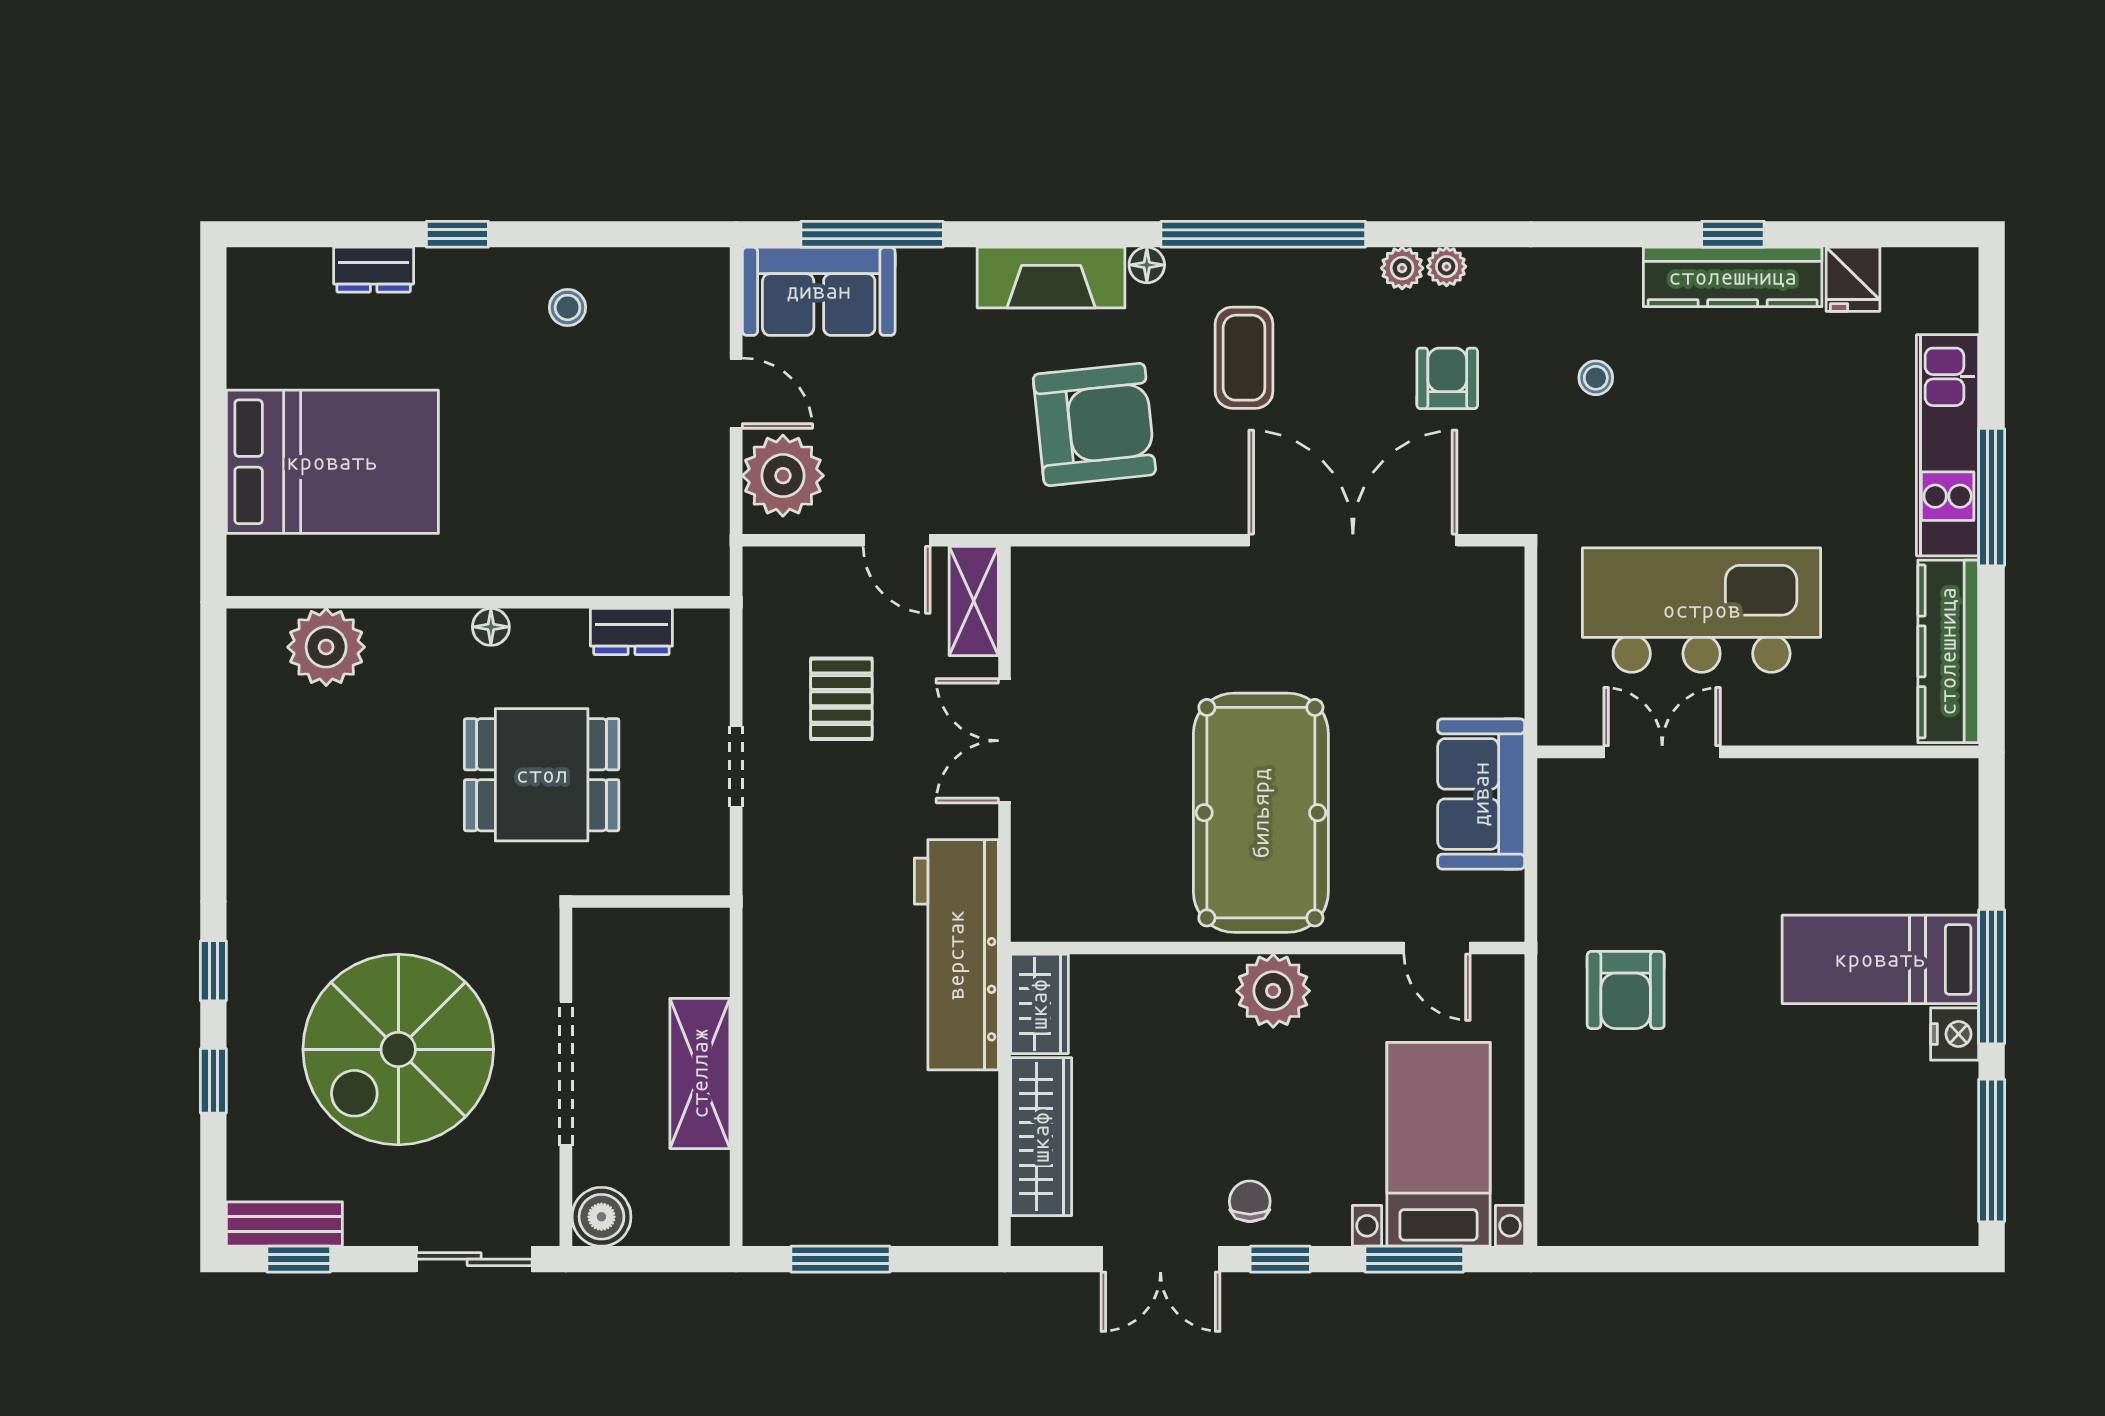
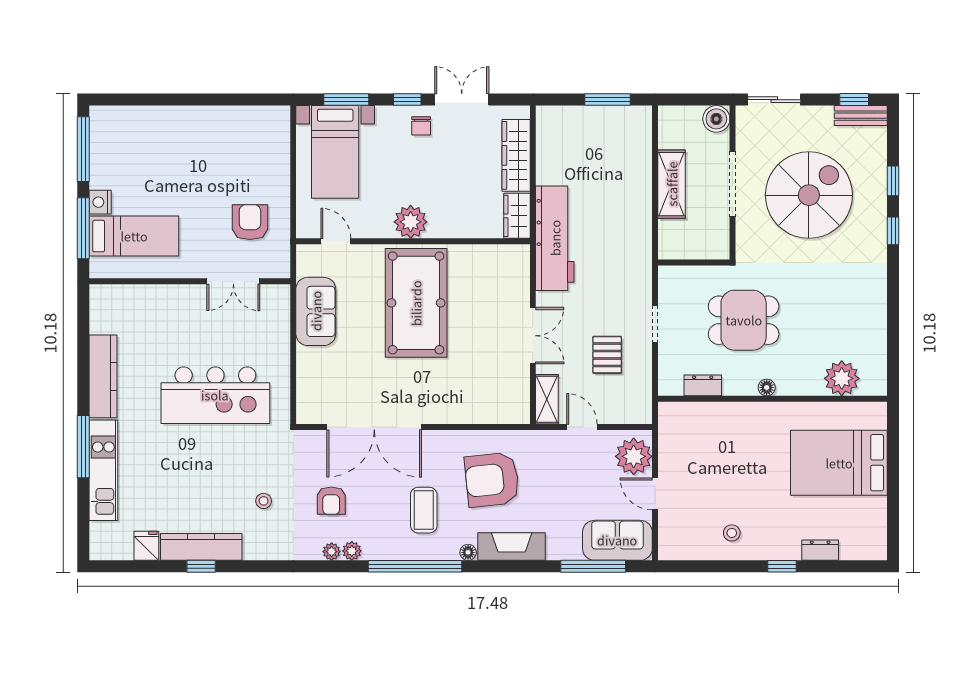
double door: (1662, 752) -> (233, 281), moved
wall: (1758, 752) -> (190, 281), moved

